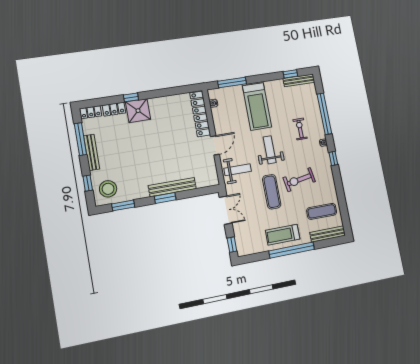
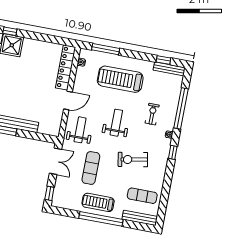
treadmill: (257, 106) -> (120, 79), turned 90
weight bench: (238, 170) -> (80, 130), turned -90
exercise mat: (272, 192) -> (91, 168), moved

